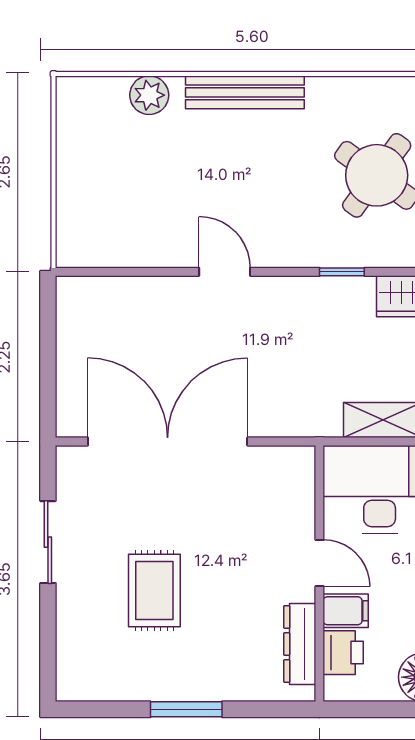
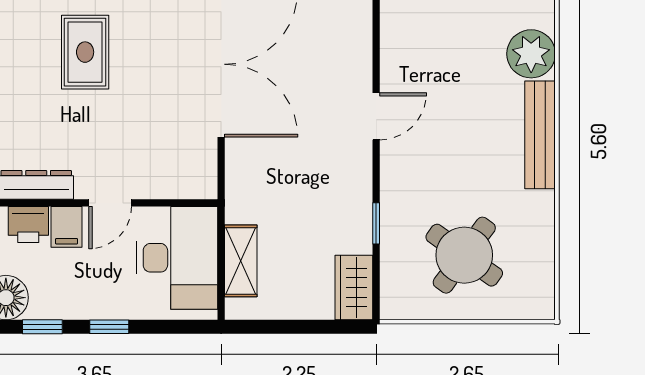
plant: (149, 95) -> (531, 54), width x1.36, depth x1.36
rug: (154, 590) -> (85, 52), turned 90

